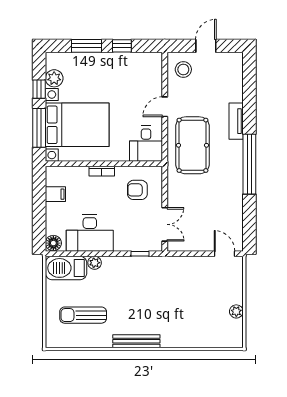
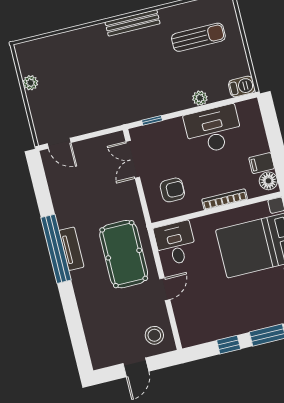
tv unit: (236, 121) -> (71, 249), moved
bookcase: (102, 171) -> (225, 199), width x1.56
floor lamp: (53, 243) -> (268, 181), moved
barbecue: (66, 268) -> (242, 86), width x0.53, depth x0.65

